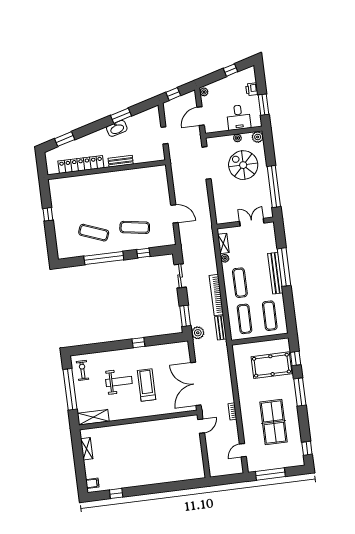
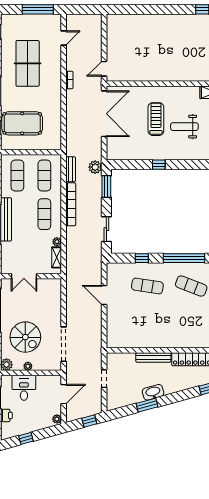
bench: (121, 161) -> (153, 357), width x1.36
treadmill: (147, 385) -> (156, 119), turned 180

